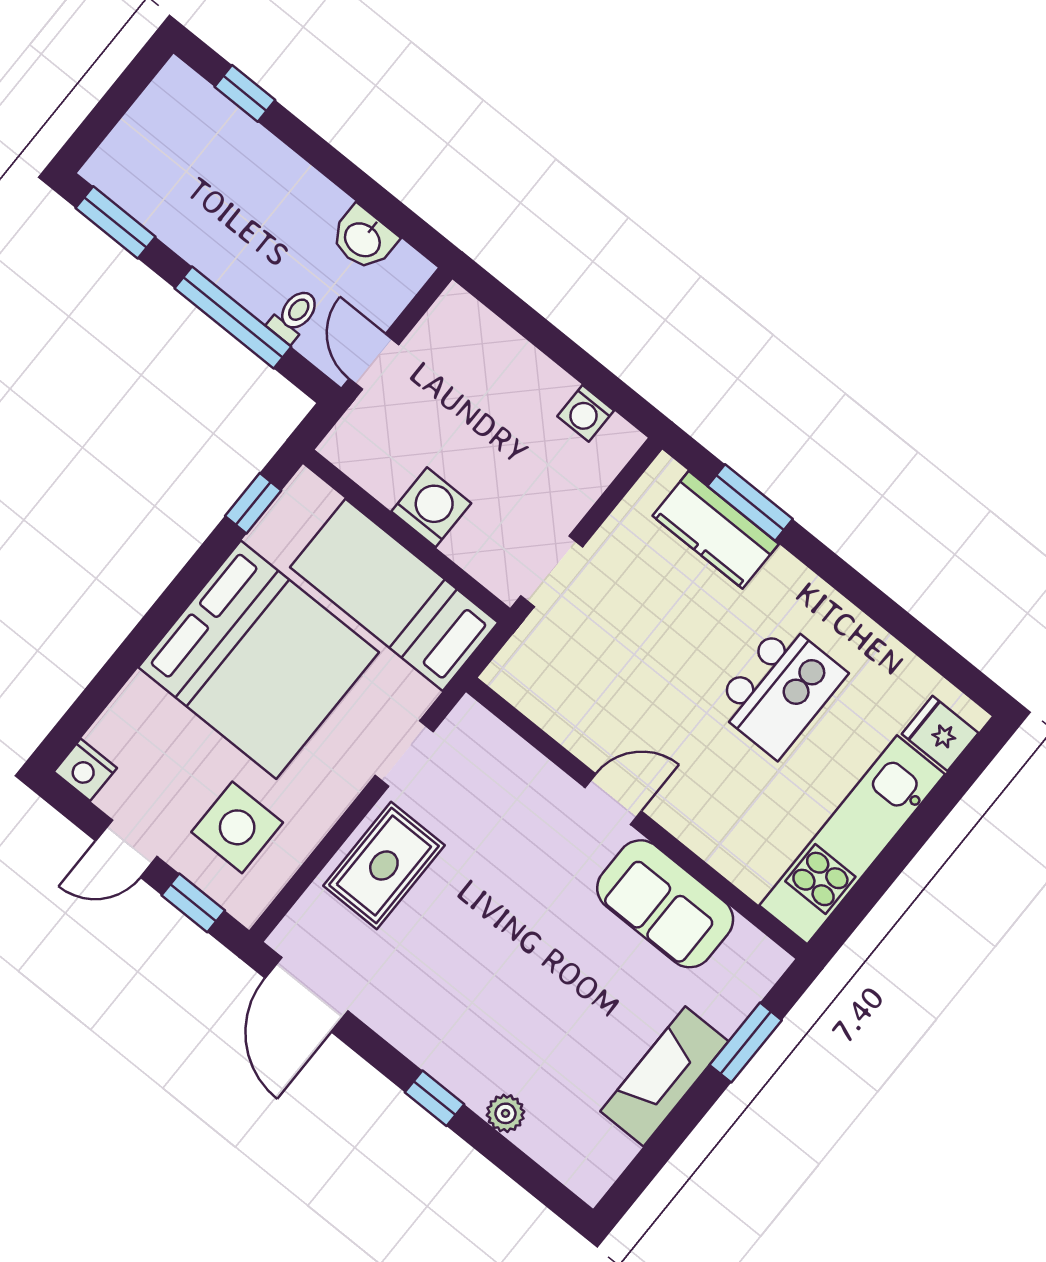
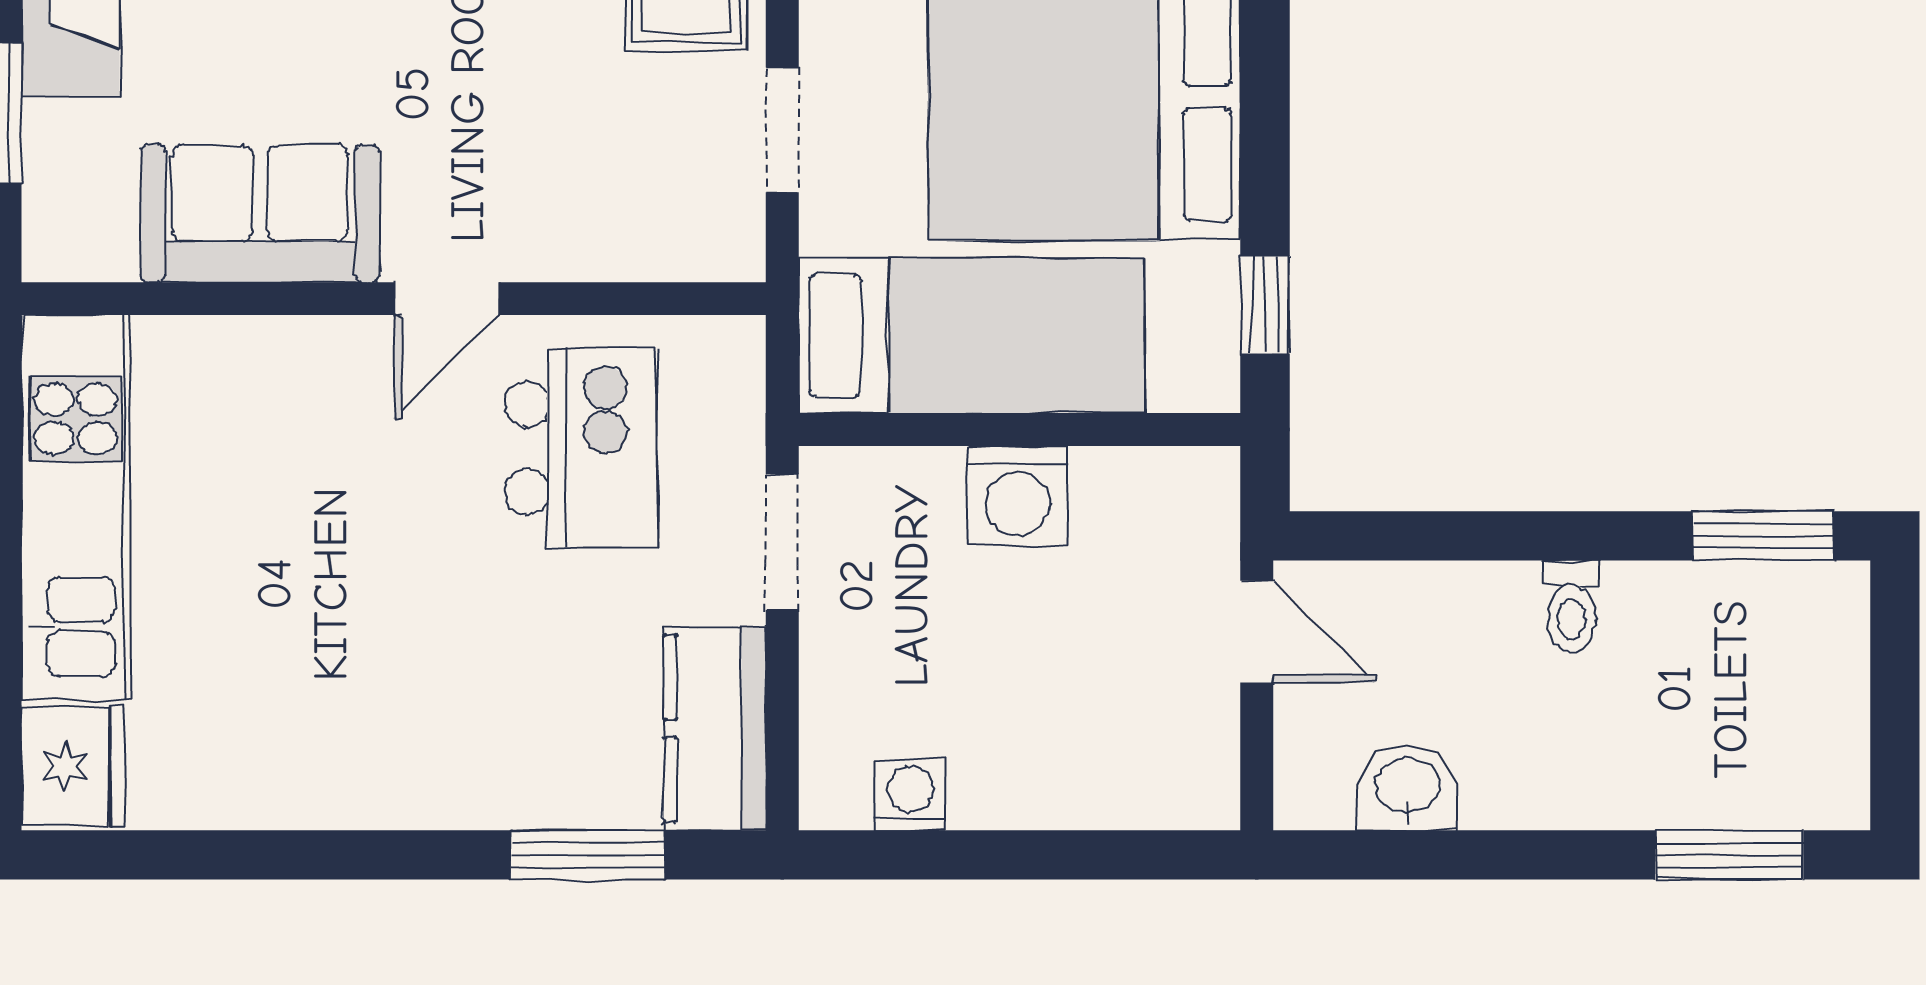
window: (245, 93) -> (1729, 855), width x1.50
toilet: (294, 315) -> (1571, 606), moved
window: (233, 317) -> (1498, 536), removed
kitchen counter: (716, 530) -> (715, 729), moved, turned -90
kitchen island: (780, 690) -> (581, 448), moved, turned 180
fridge: (940, 733) -> (73, 766), width x1.38

